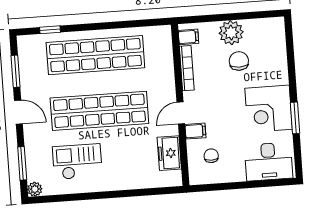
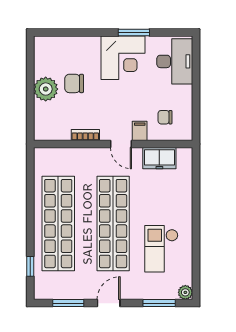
filing cabinet: (188, 37) -> (47, 131), removed
bookcase: (187, 68) -> (85, 135), width x0.64

